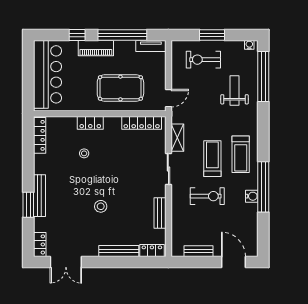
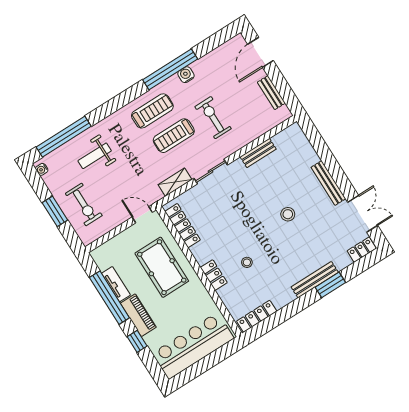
tv unit: (151, 46) -> (116, 284), moved
locker: (152, 250) -> (299, 138), removed
bench: (119, 251) -> (328, 183), moved

